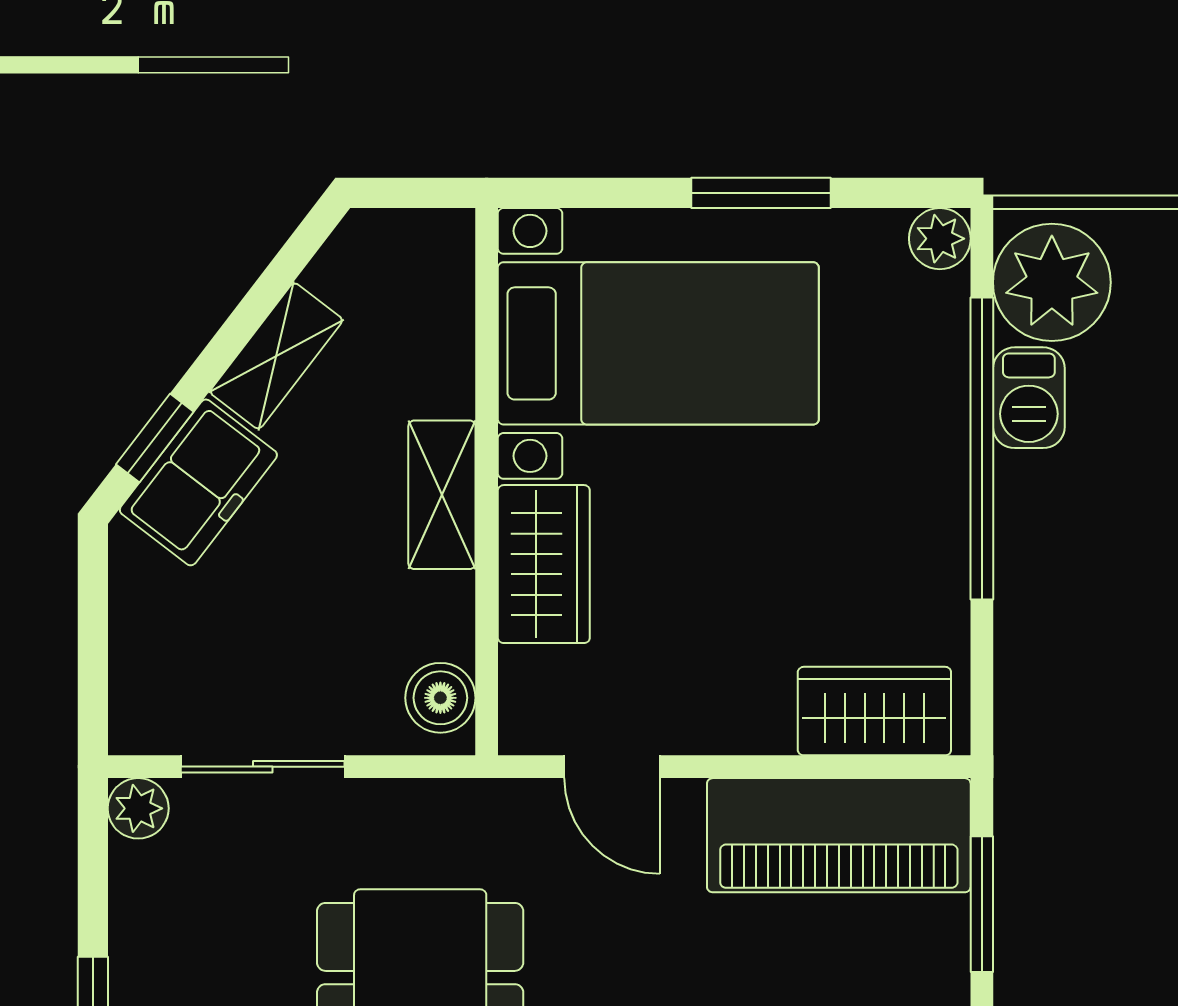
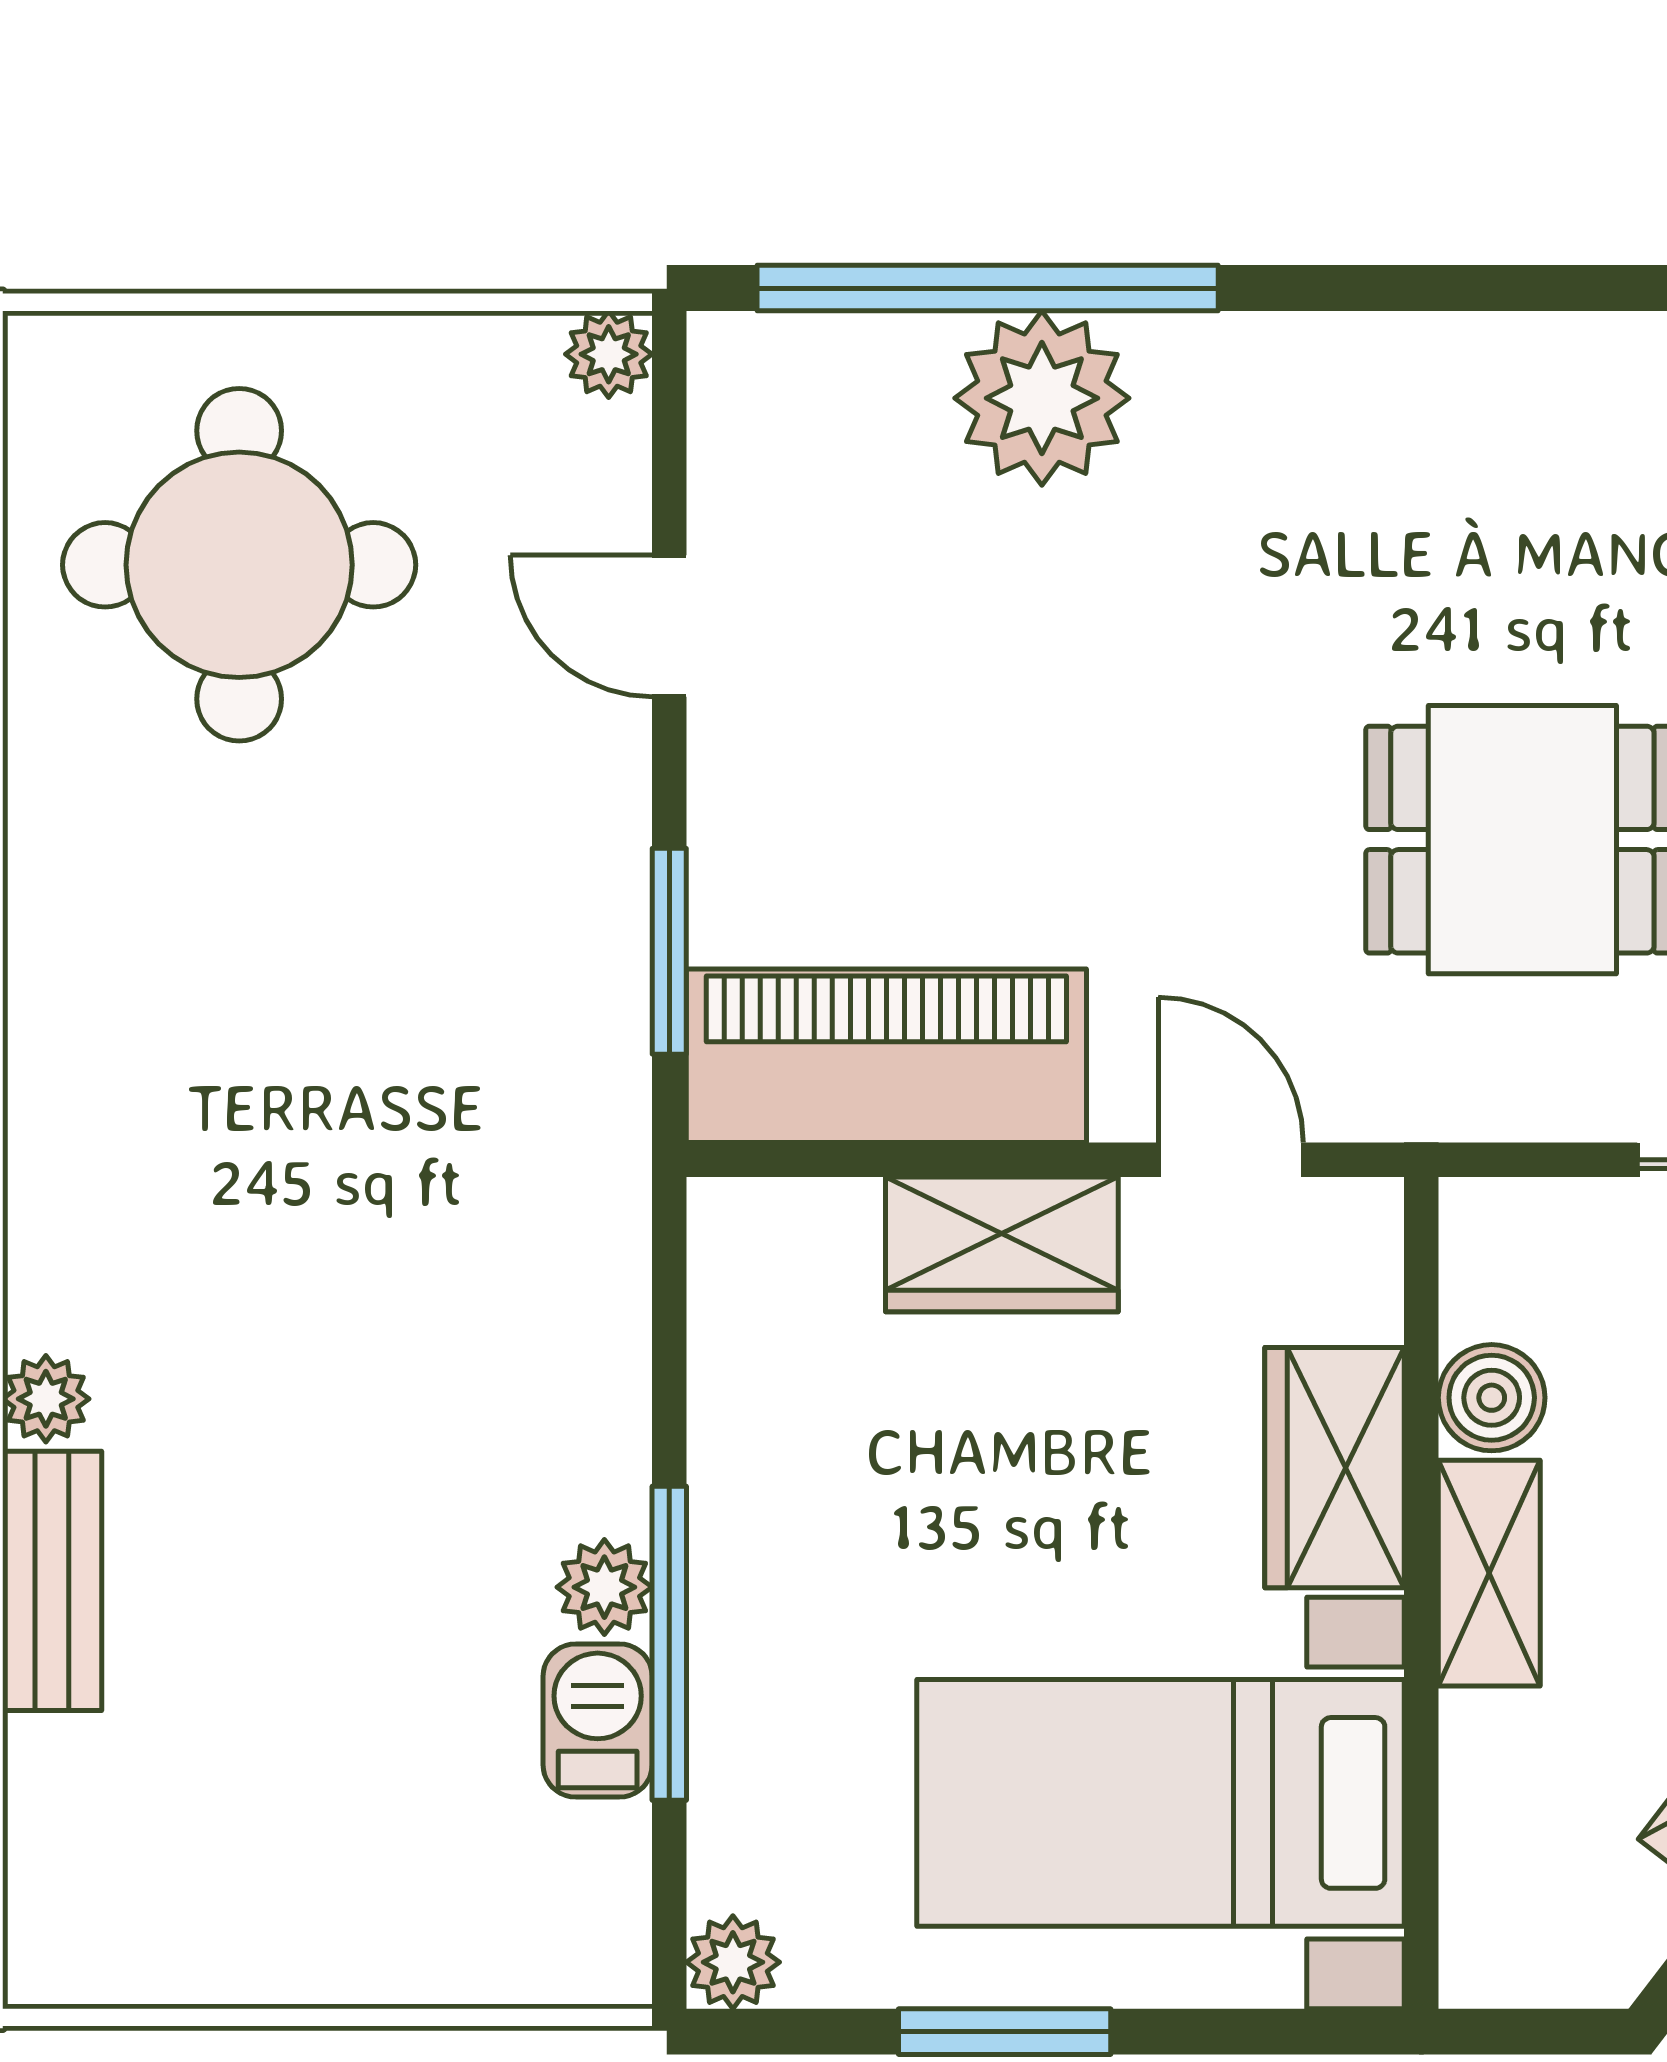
plant: (1052, 282) -> (604, 1587), moved, width x0.53, depth x0.53
window: (982, 449) -> (669, 1643), width x0.68
boiler: (440, 698) -> (1492, 1398), moved
wardrobe: (874, 711) -> (1002, 1244), moved

